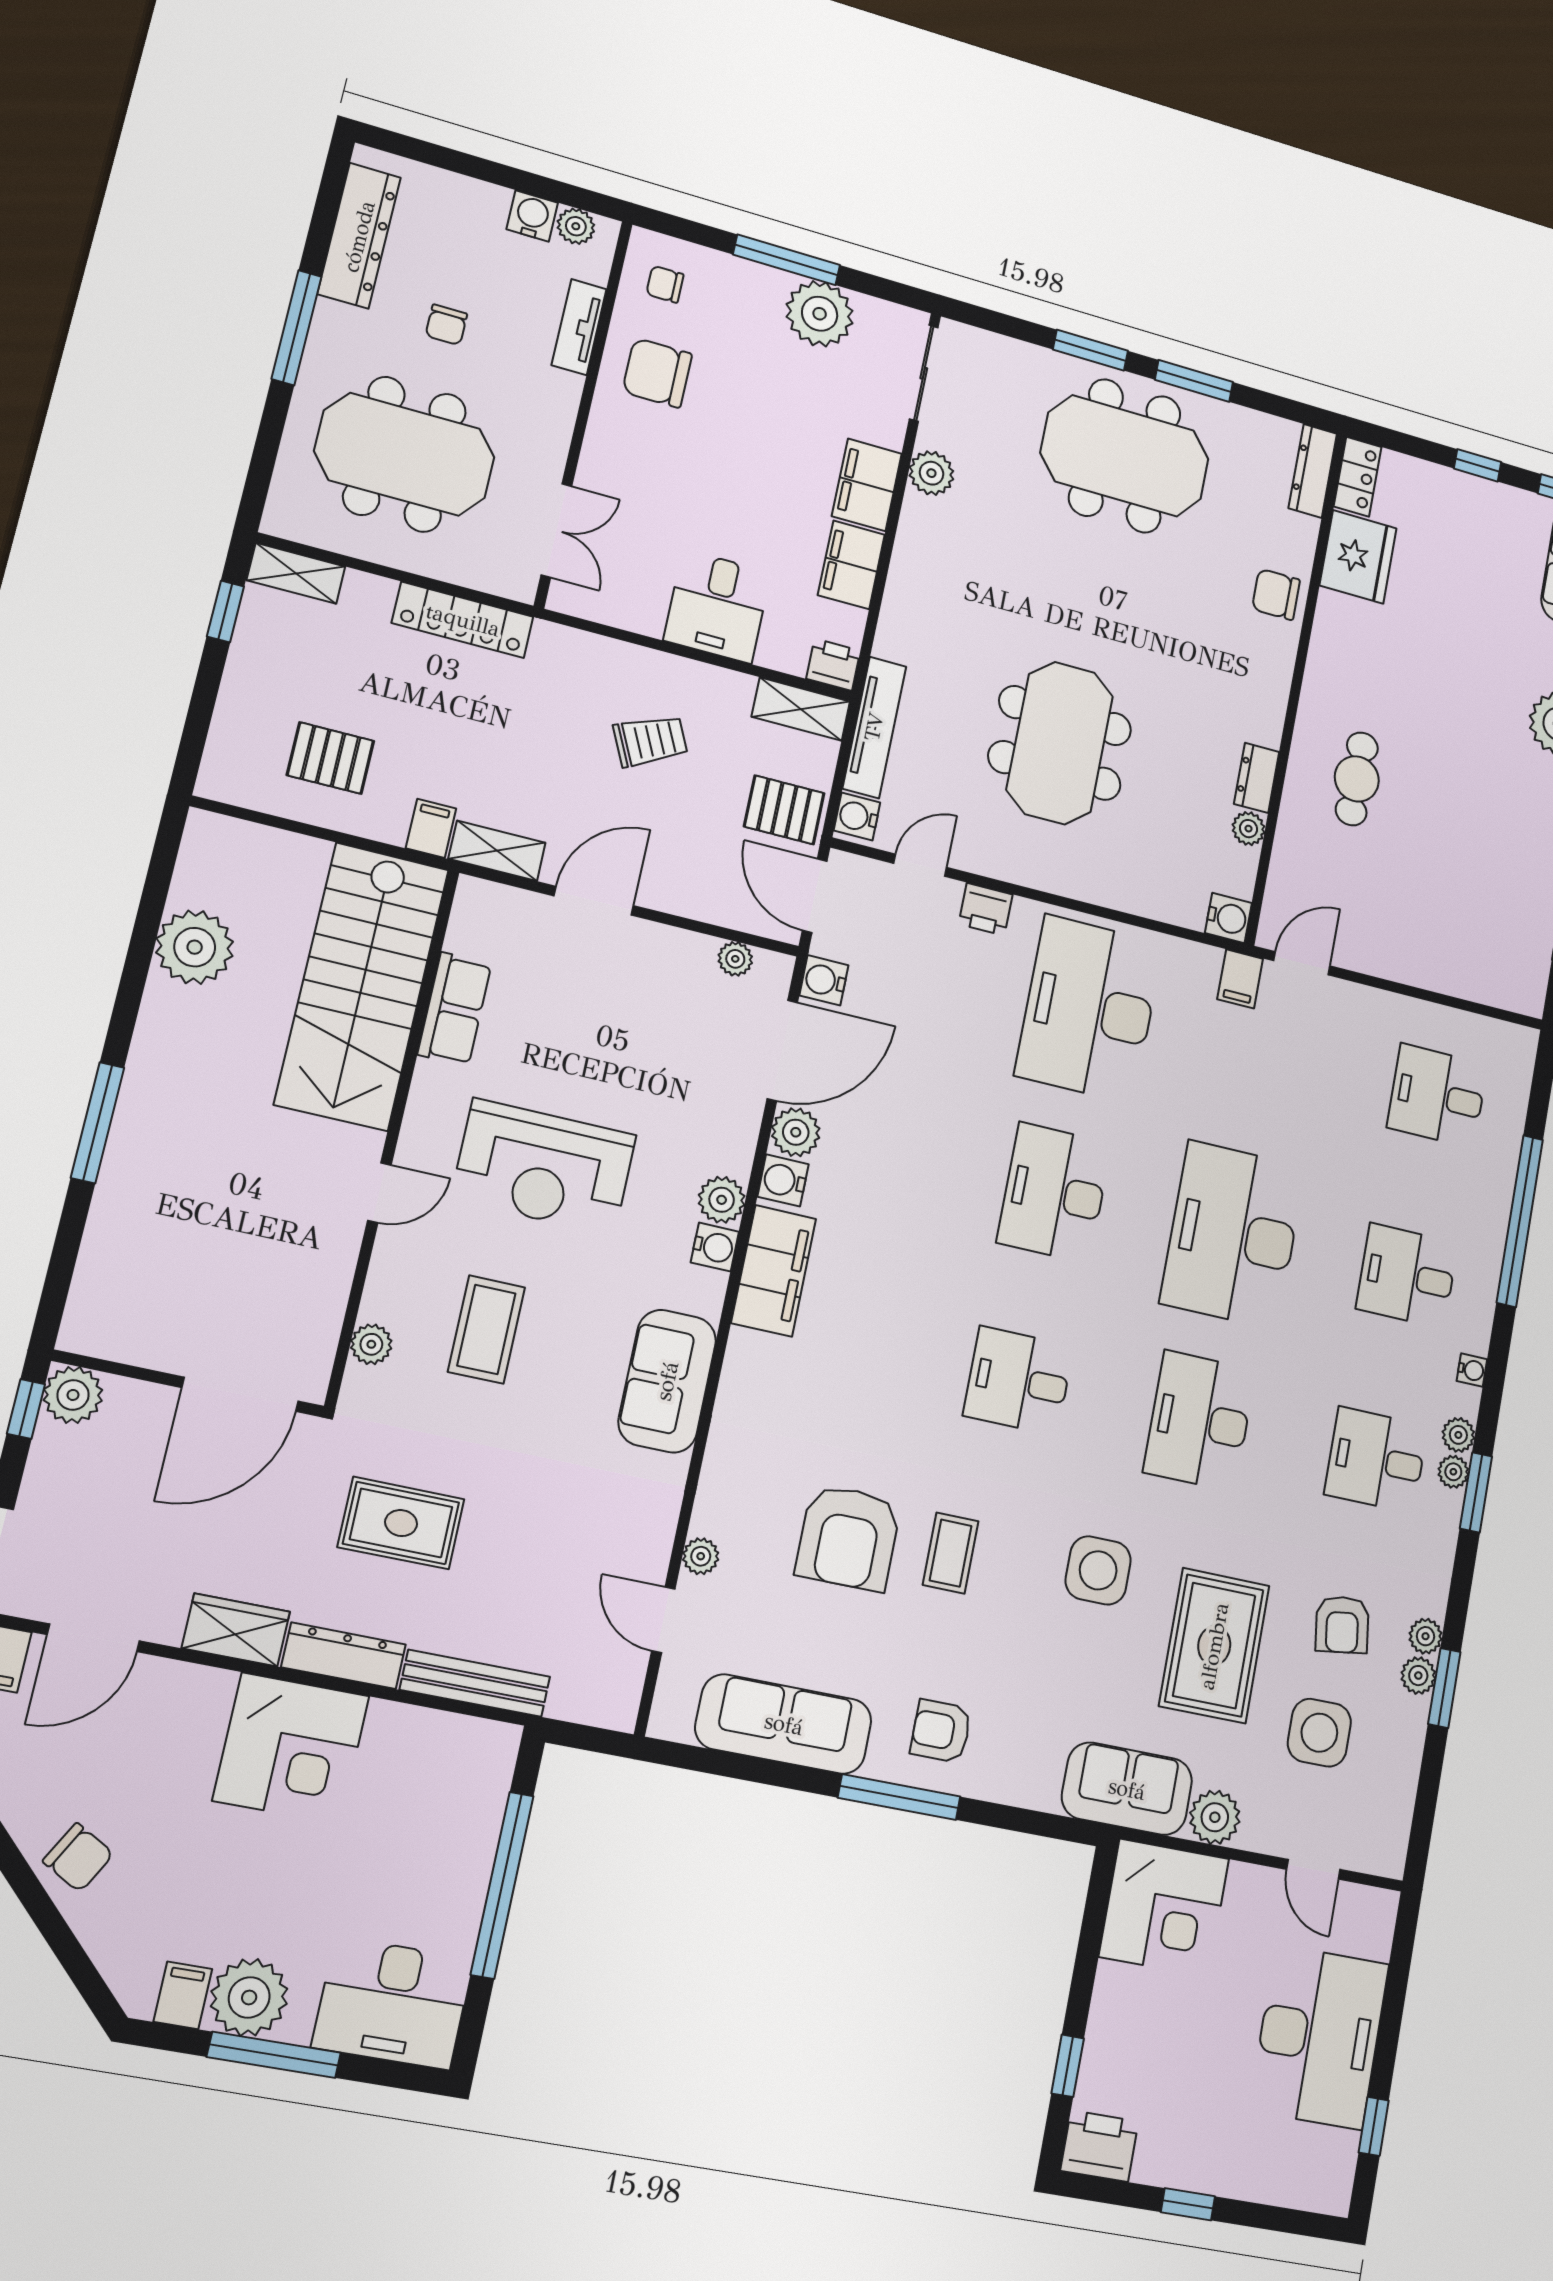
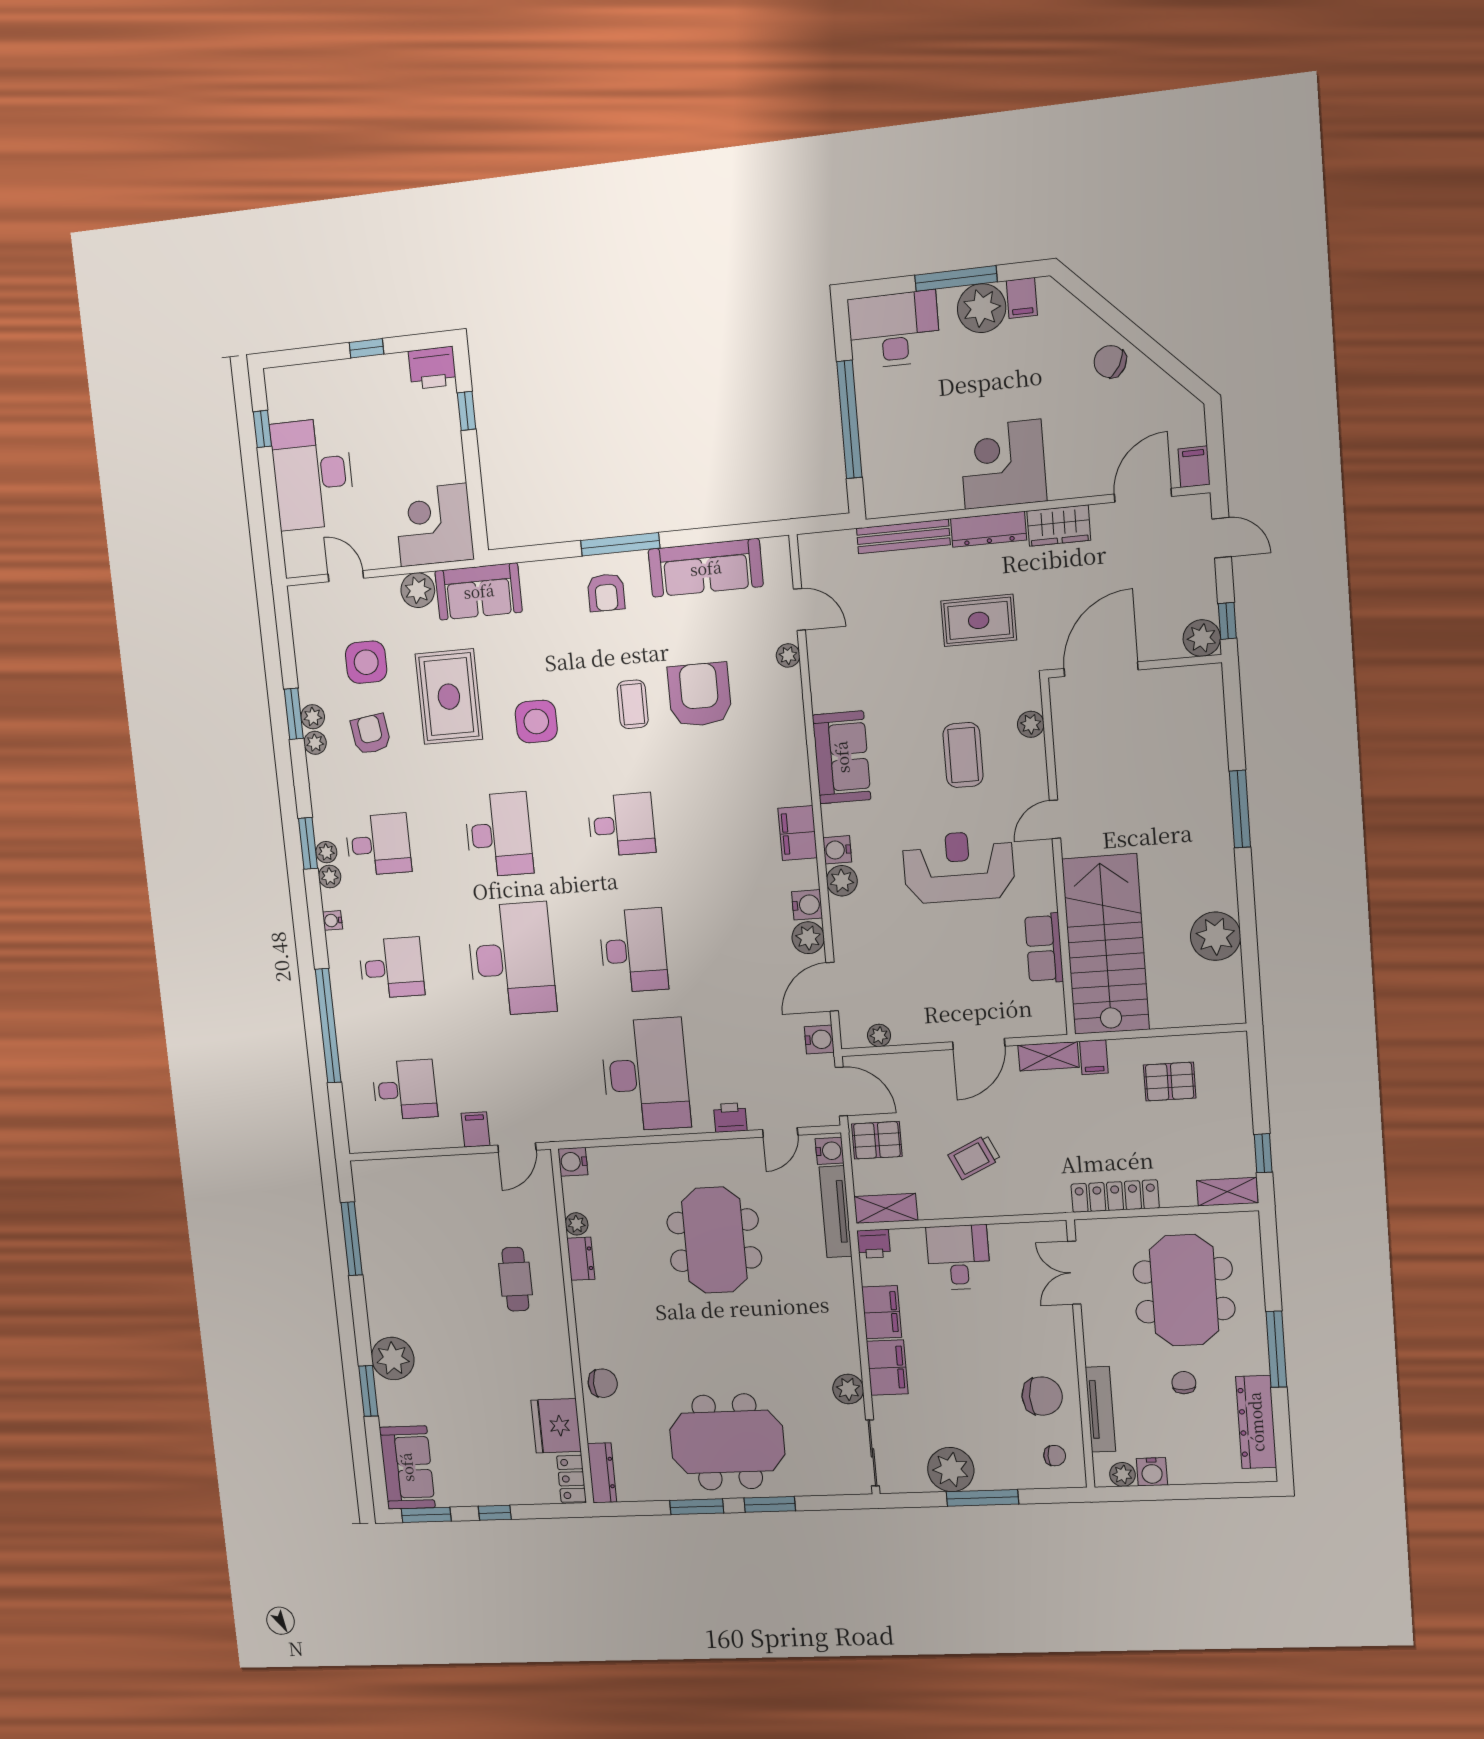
tv unit: (579, 327) -> (1100, 1409), width x1.41
meeting table: (405, 454) -> (1184, 1290), turned 90
filing cabinet: (1240, 979) -> (476, 1129), moved
door: (782, 1050) -> (832, 987), width x0.73
filing cabinet: (774, 1271) -> (798, 833), width x0.67, depth x0.86
armchair: (941, 1731) -> (606, 593), turned 90

